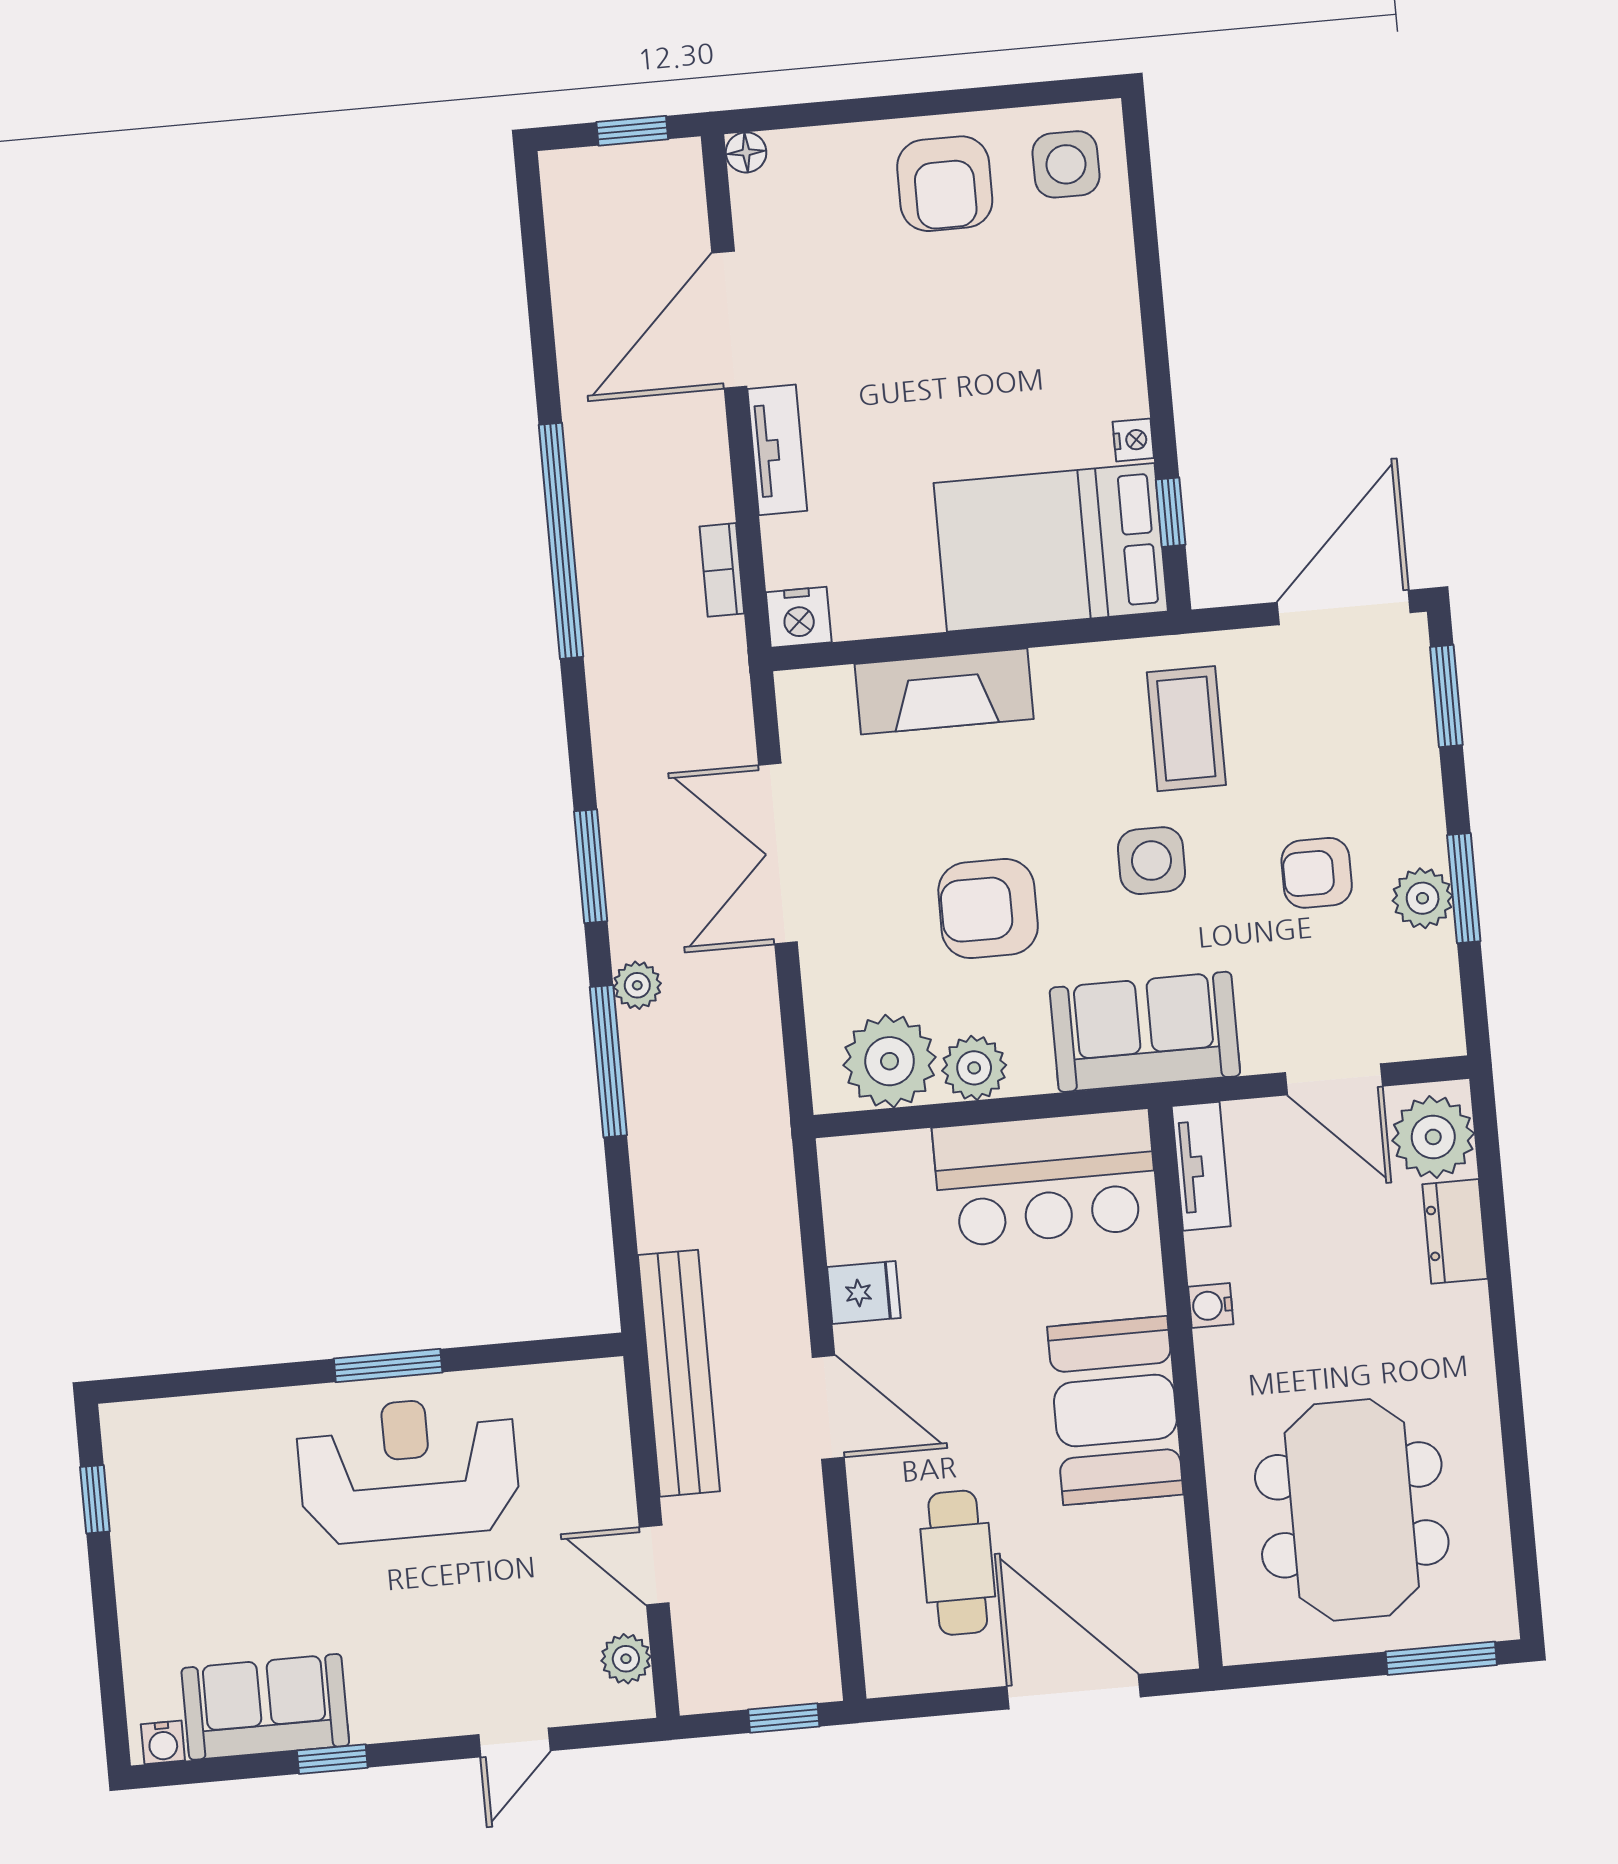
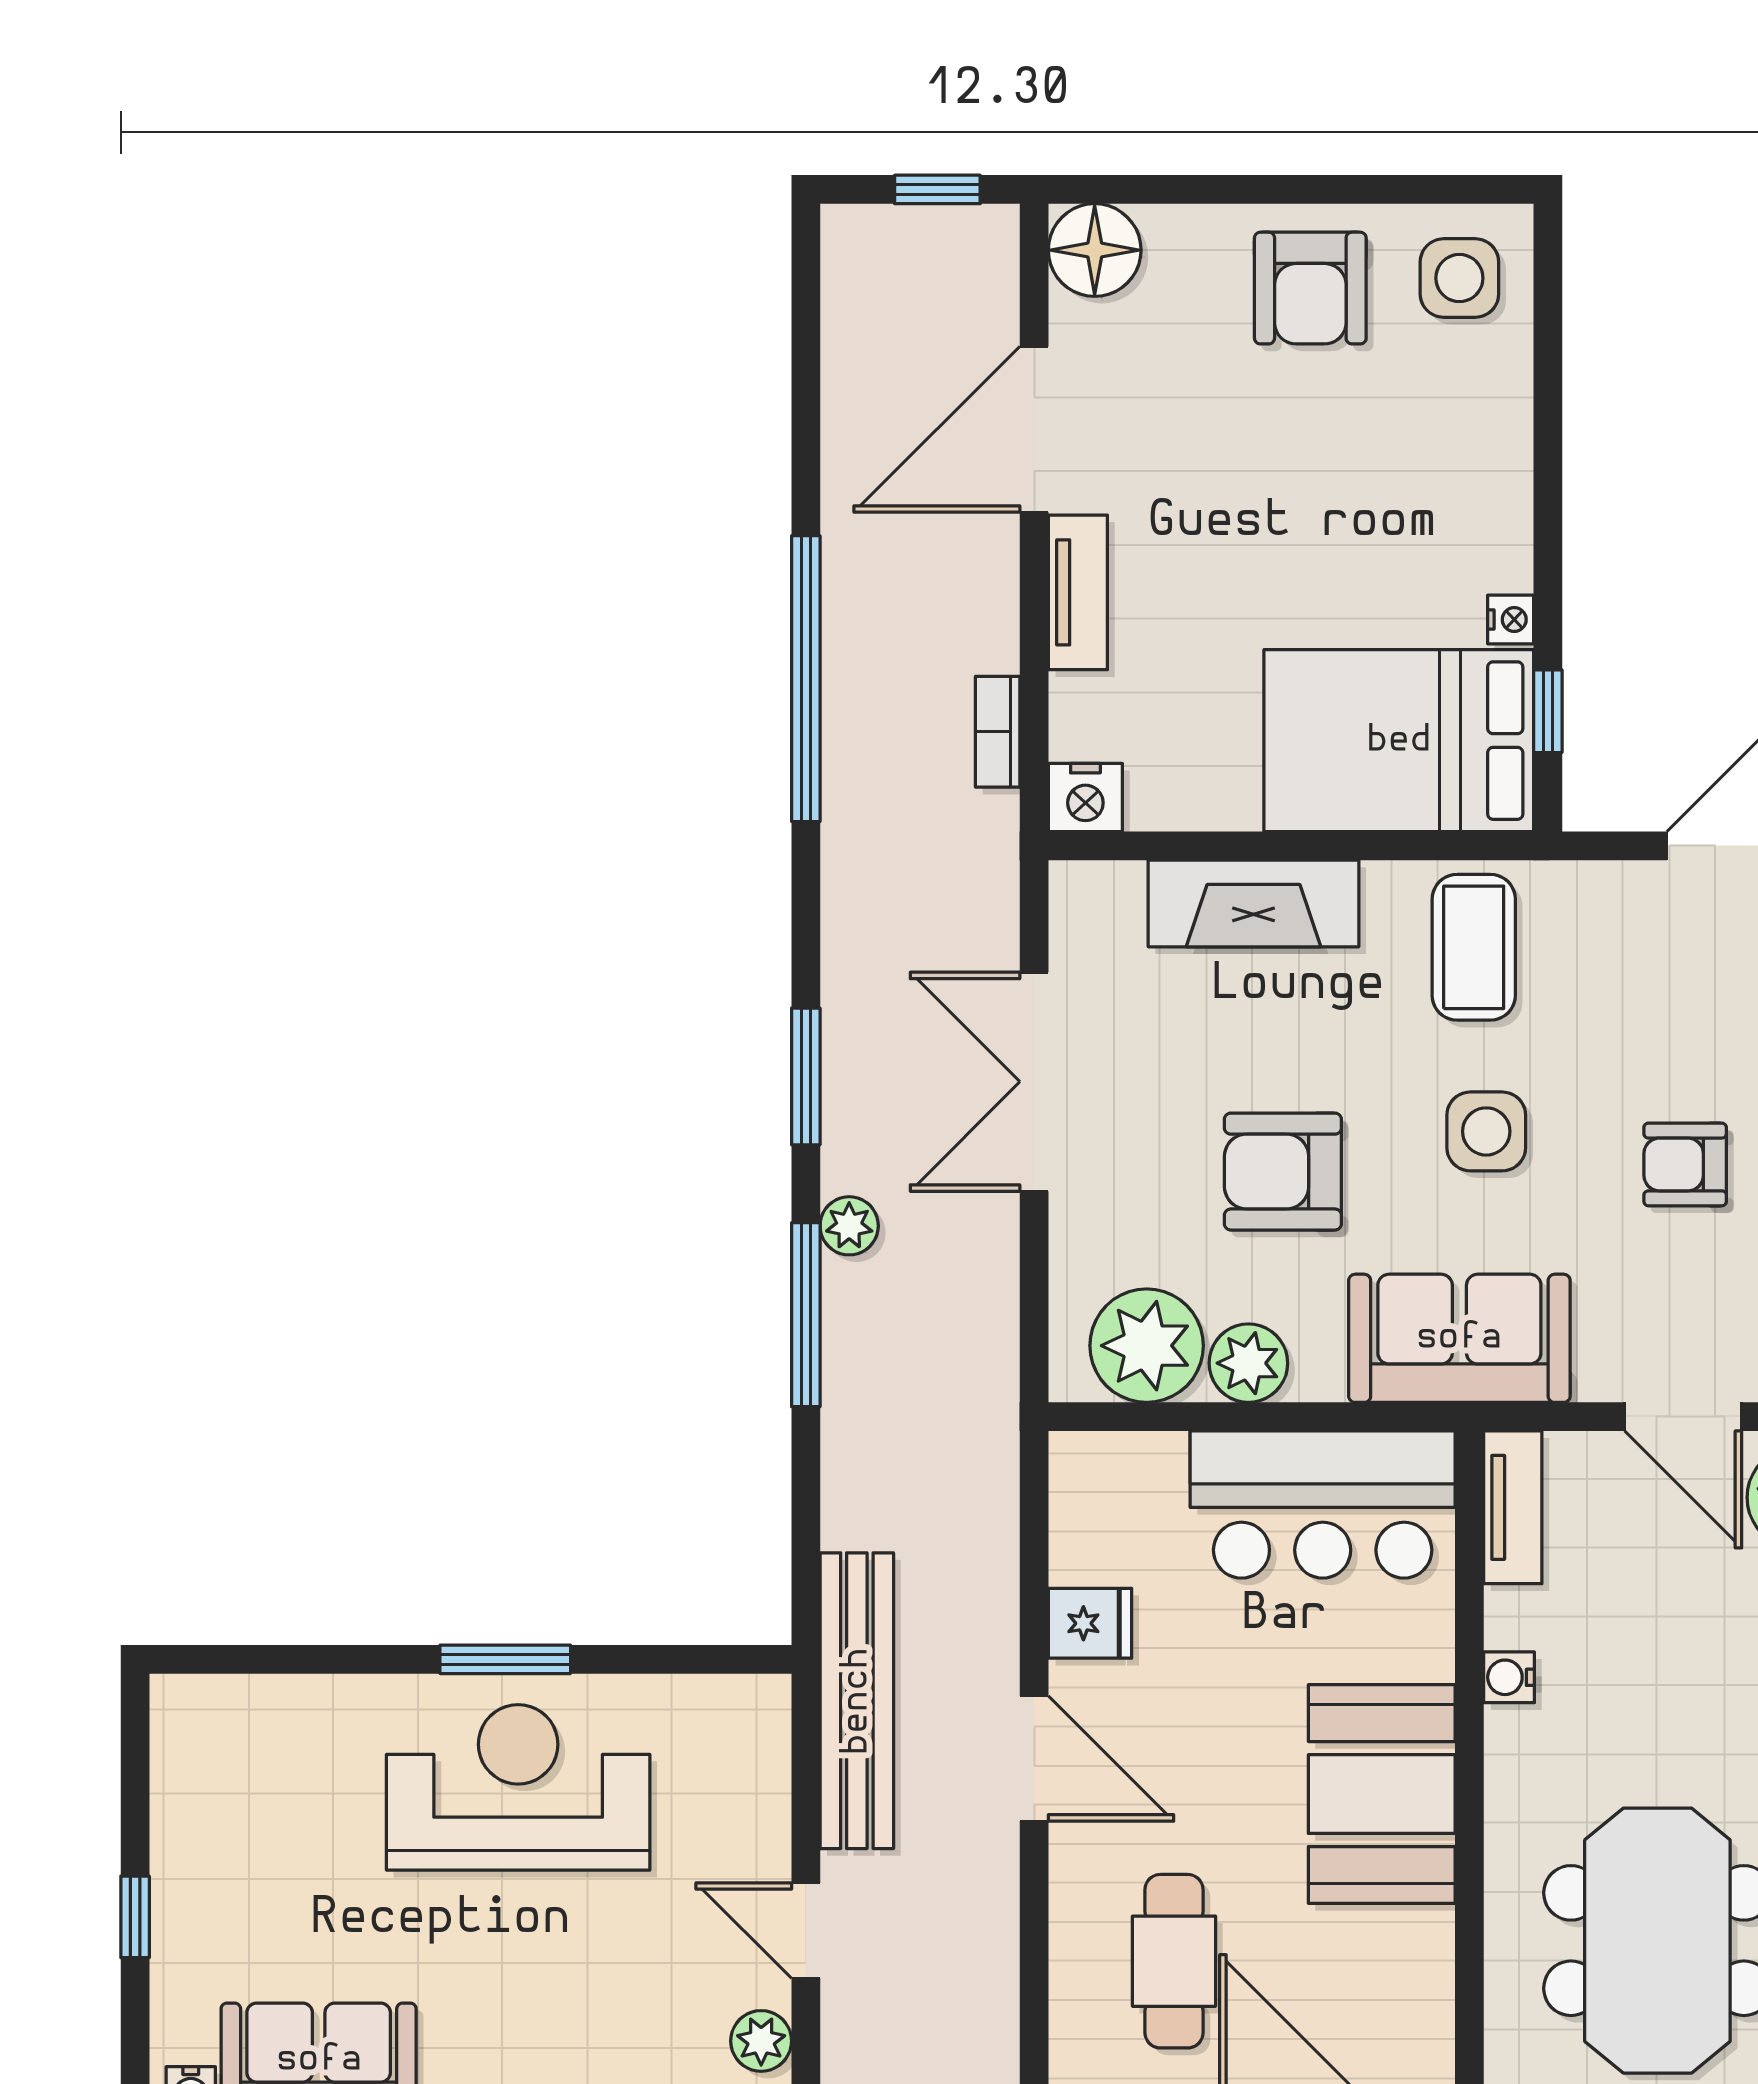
floor lamp: (746, 152) -> (1095, 250), width x1.89, depth x1.89
coffee table: (1186, 729) -> (1474, 947), moved
window: (95, 1499) -> (135, 1917), moved

